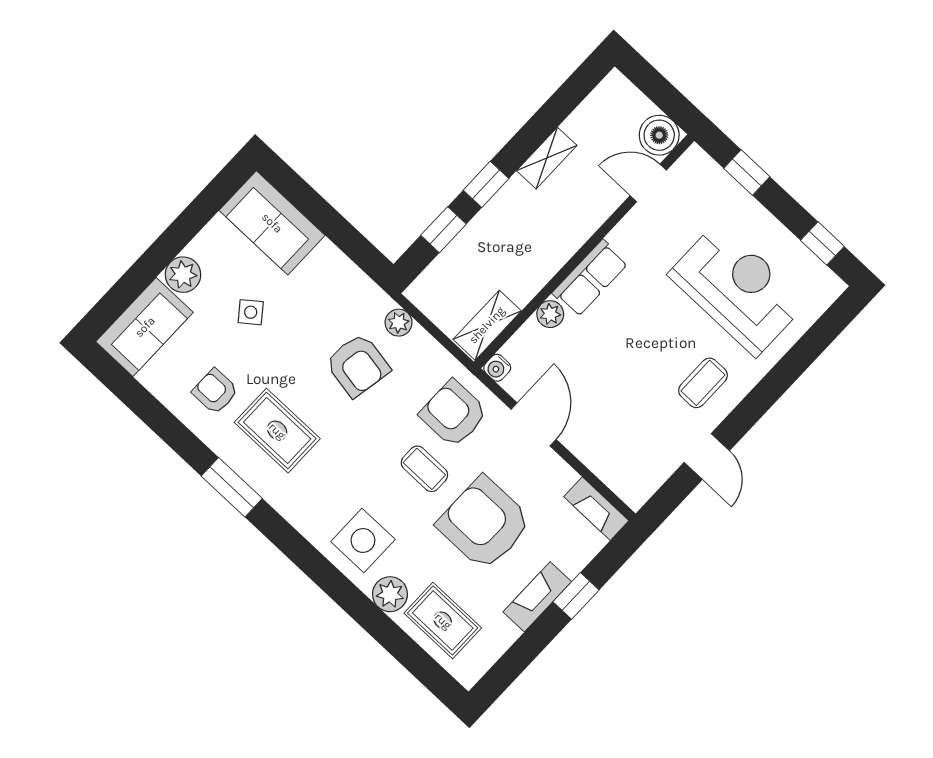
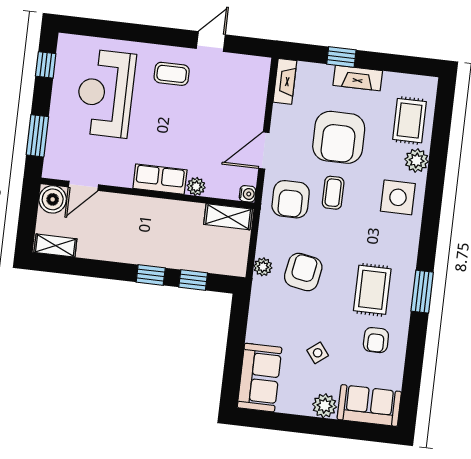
shelving: (547, 158) -> (55, 246), moved
window: (747, 172) -> (37, 136), width x1.50
door: (648, 183) -> (83, 186), hinge flipped

